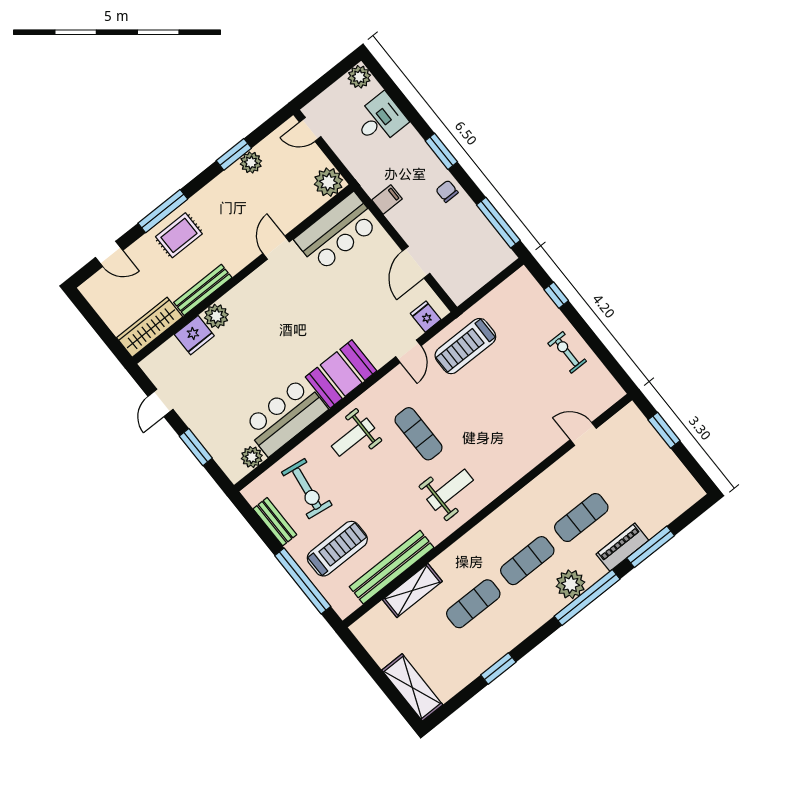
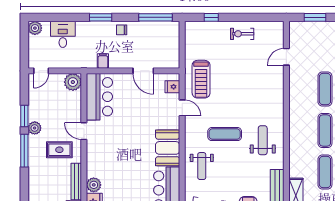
plant: (251, 163) -> (35, 128), moved
window: (163, 211) -> (24, 151), moved
rug: (179, 235) -> (59, 150), moved, turned 90

